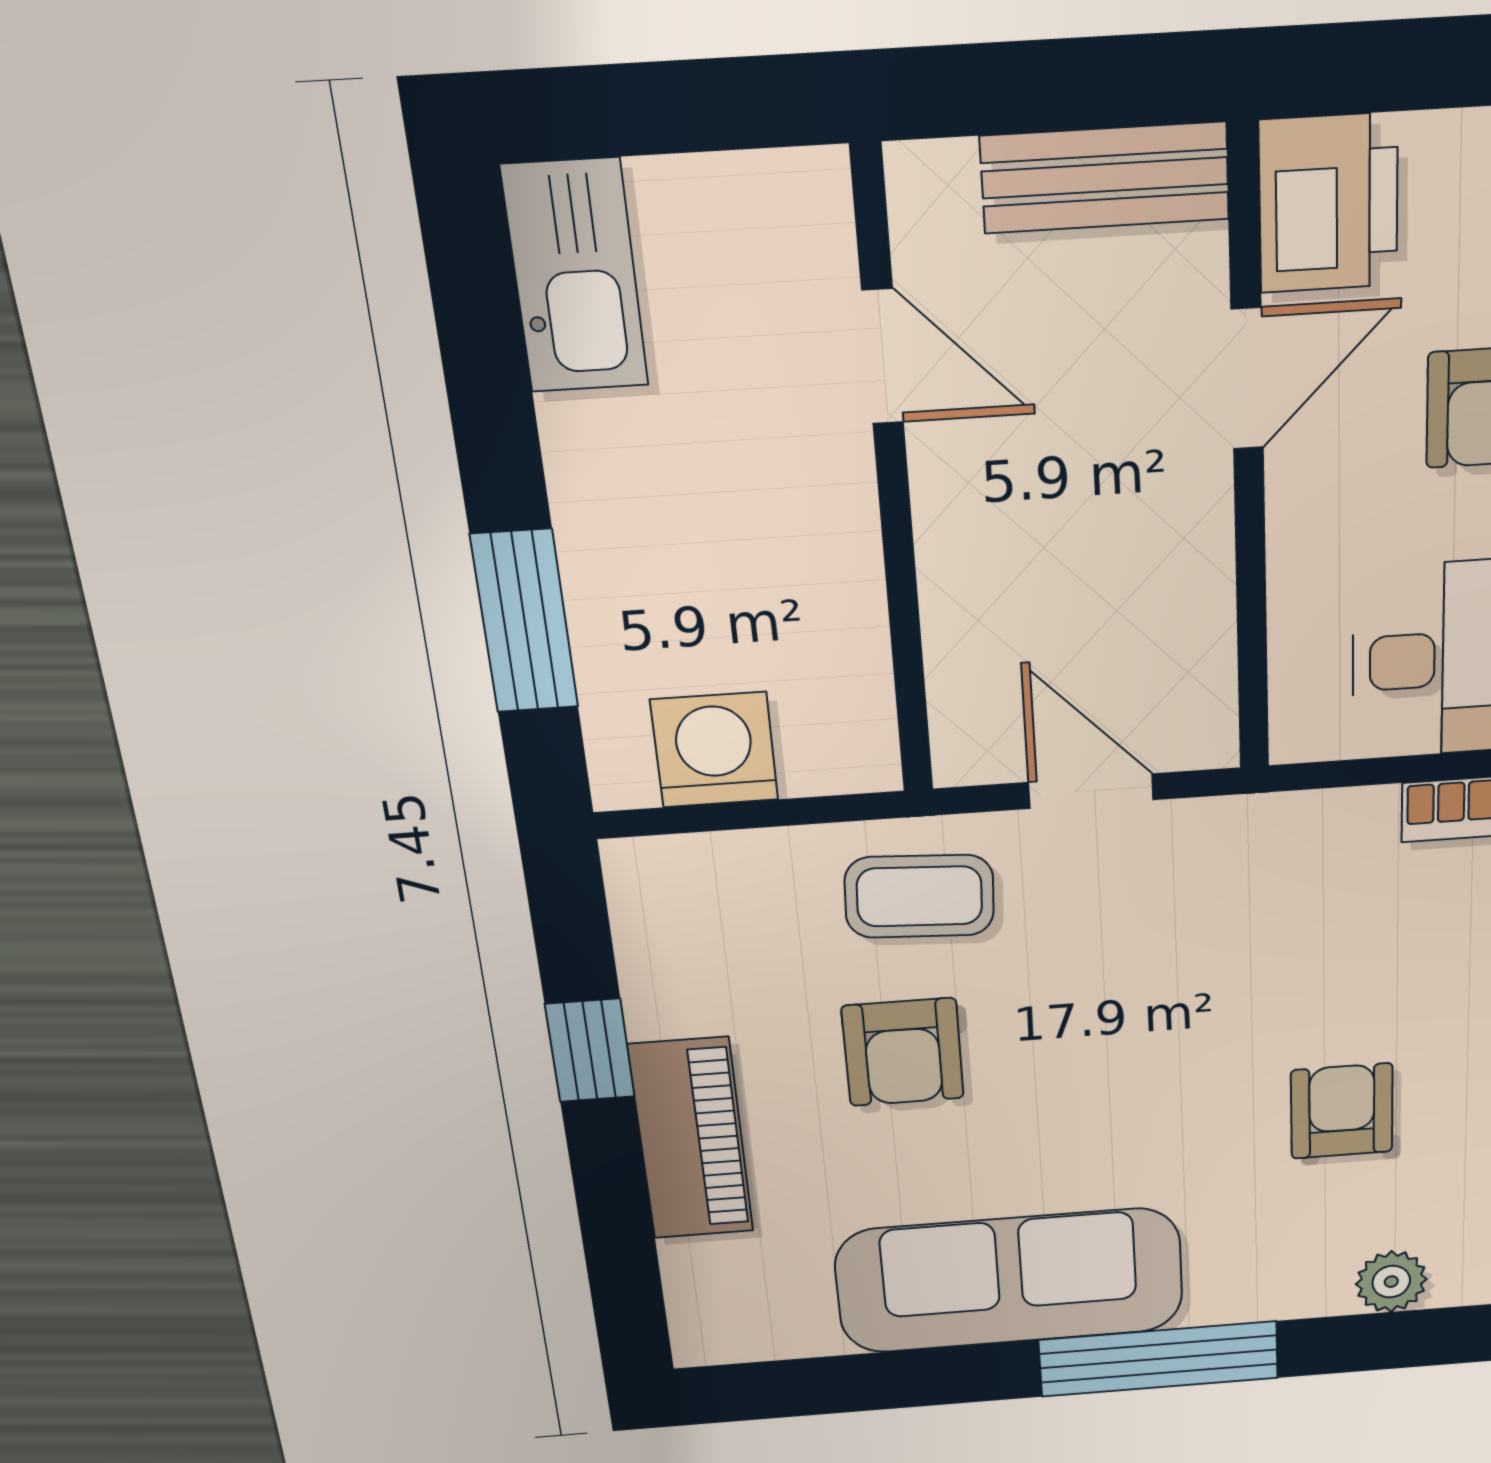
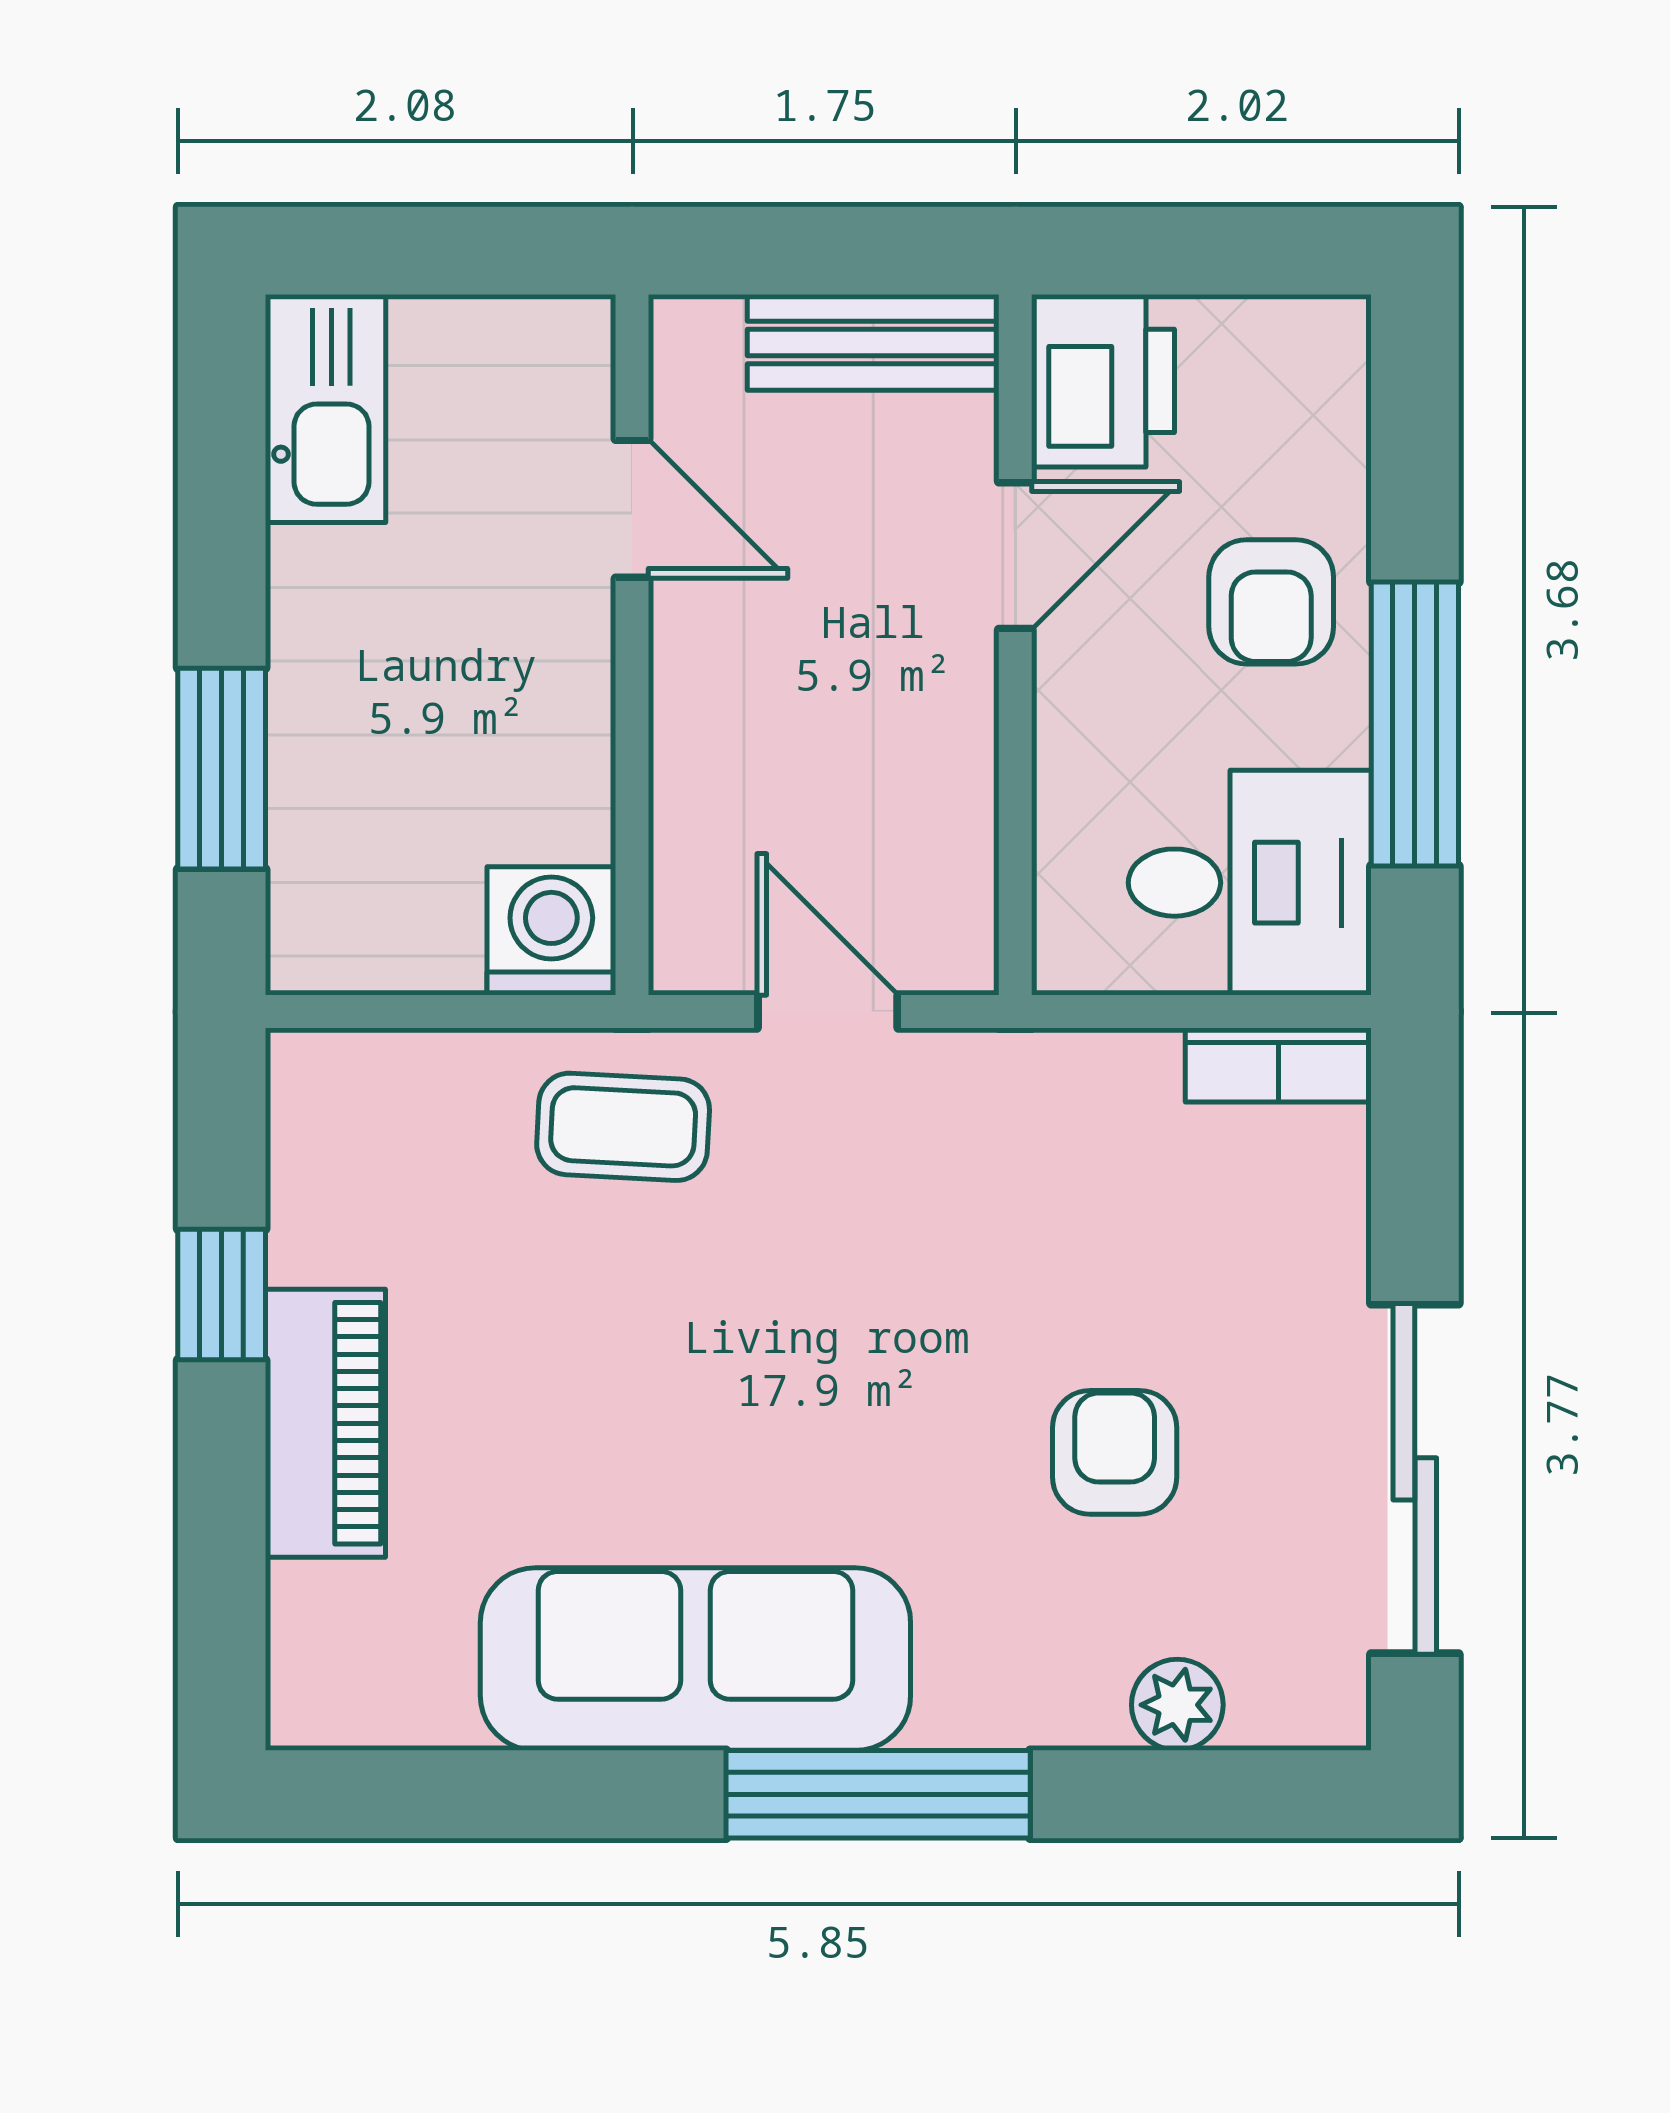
washing machine: (714, 750) -> (551, 931), moved
armchair: (903, 1052) -> (588, 1327), removed

